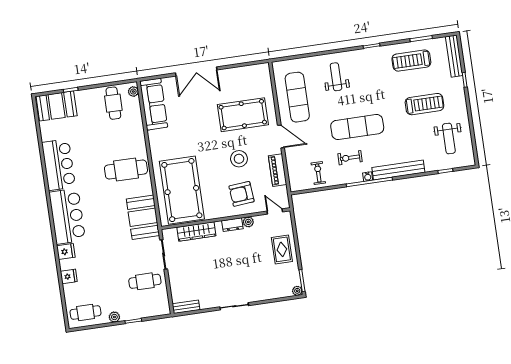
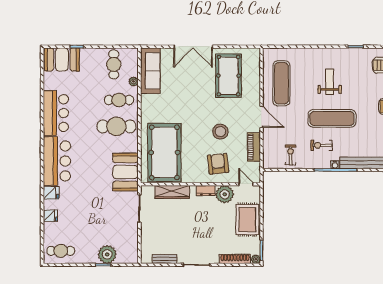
weight bench: (336, 77) -> (330, 82), moved
plant: (133, 92) -> (133, 81), moved
pool table: (243, 115) -> (228, 76), moved, turned 90
armchair: (242, 194) -> (218, 164), turned 89
plant: (248, 222) -> (225, 194), width x1.87, depth x1.87
rug: (282, 249) -> (247, 220), width x1.36, depth x1.43
cafe table: (145, 281) -> (119, 100), moved
shoe rack: (275, 294) -> (235, 259), added
bench: (186, 307) -> (165, 259), moved
plant: (114, 317) -> (107, 254), moved, width x1.88, depth x1.88

